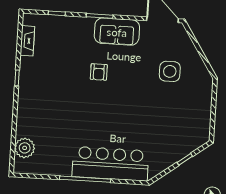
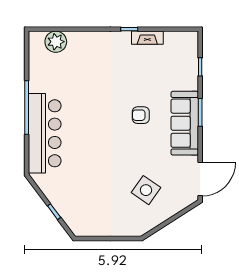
sofa: (117, 32) -> (185, 123), width x1.36
fireplace: (27, 41) -> (147, 38), moved
side table: (170, 71) -> (146, 190), turned 35

